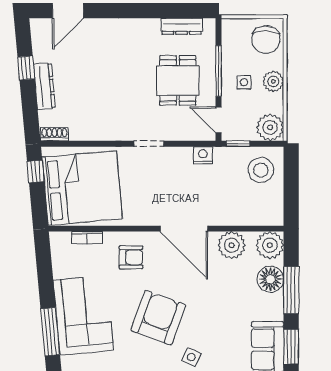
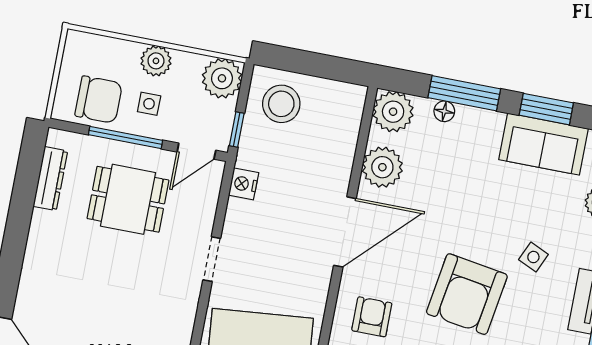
chair: (266, 40) -> (99, 100), moved
floor lamp: (270, 279) -> (444, 111), width x0.53, depth x0.53
armchair: (158, 318) -> (467, 294), turned -101

